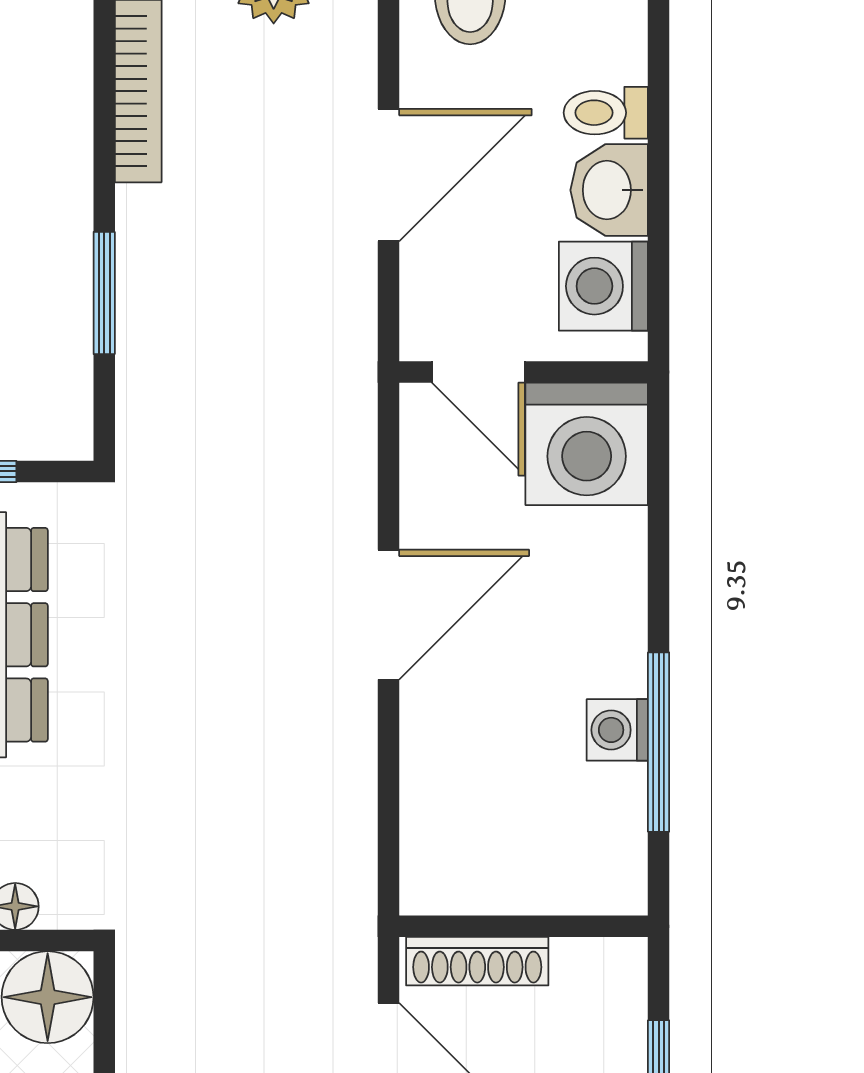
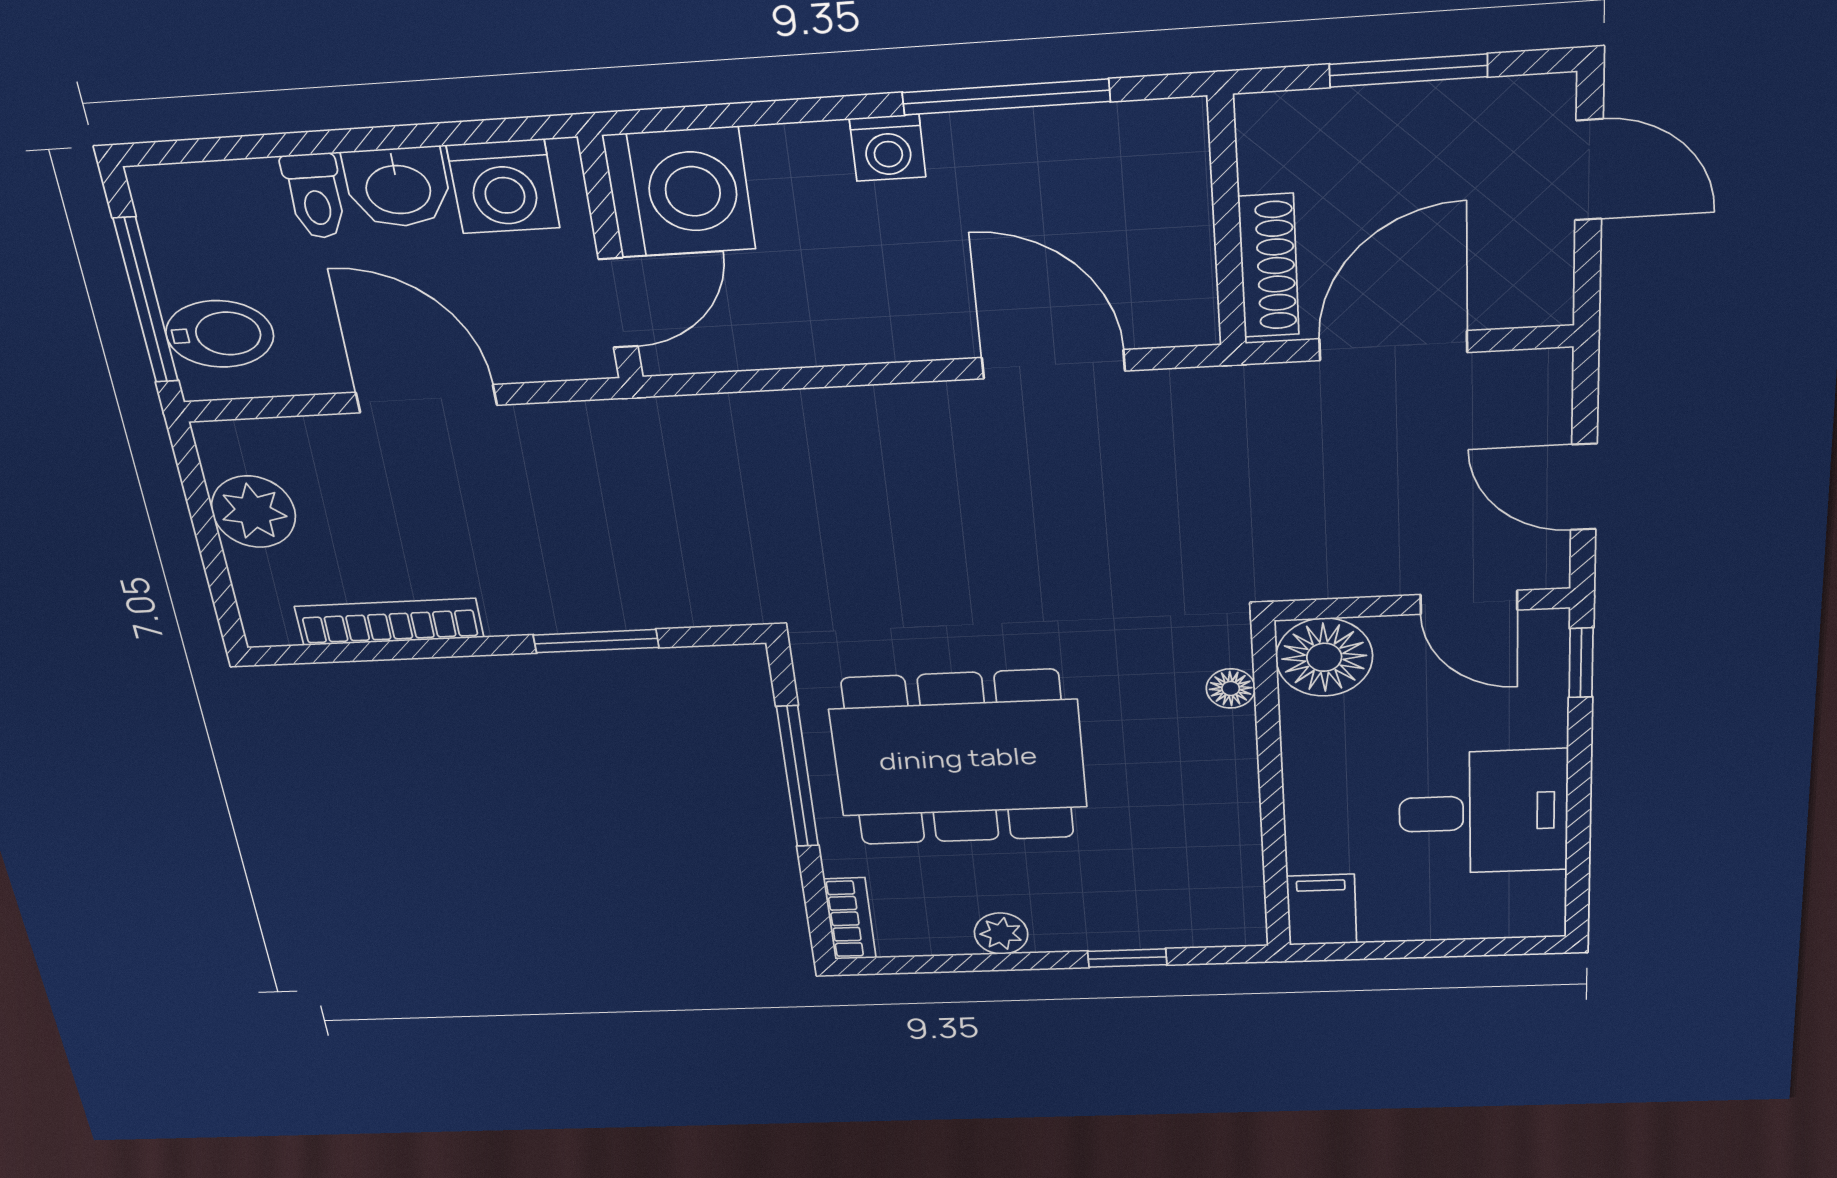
door: (388, 615) -> (1053, 364), moved
washing machine: (617, 730) -> (888, 148), moved

